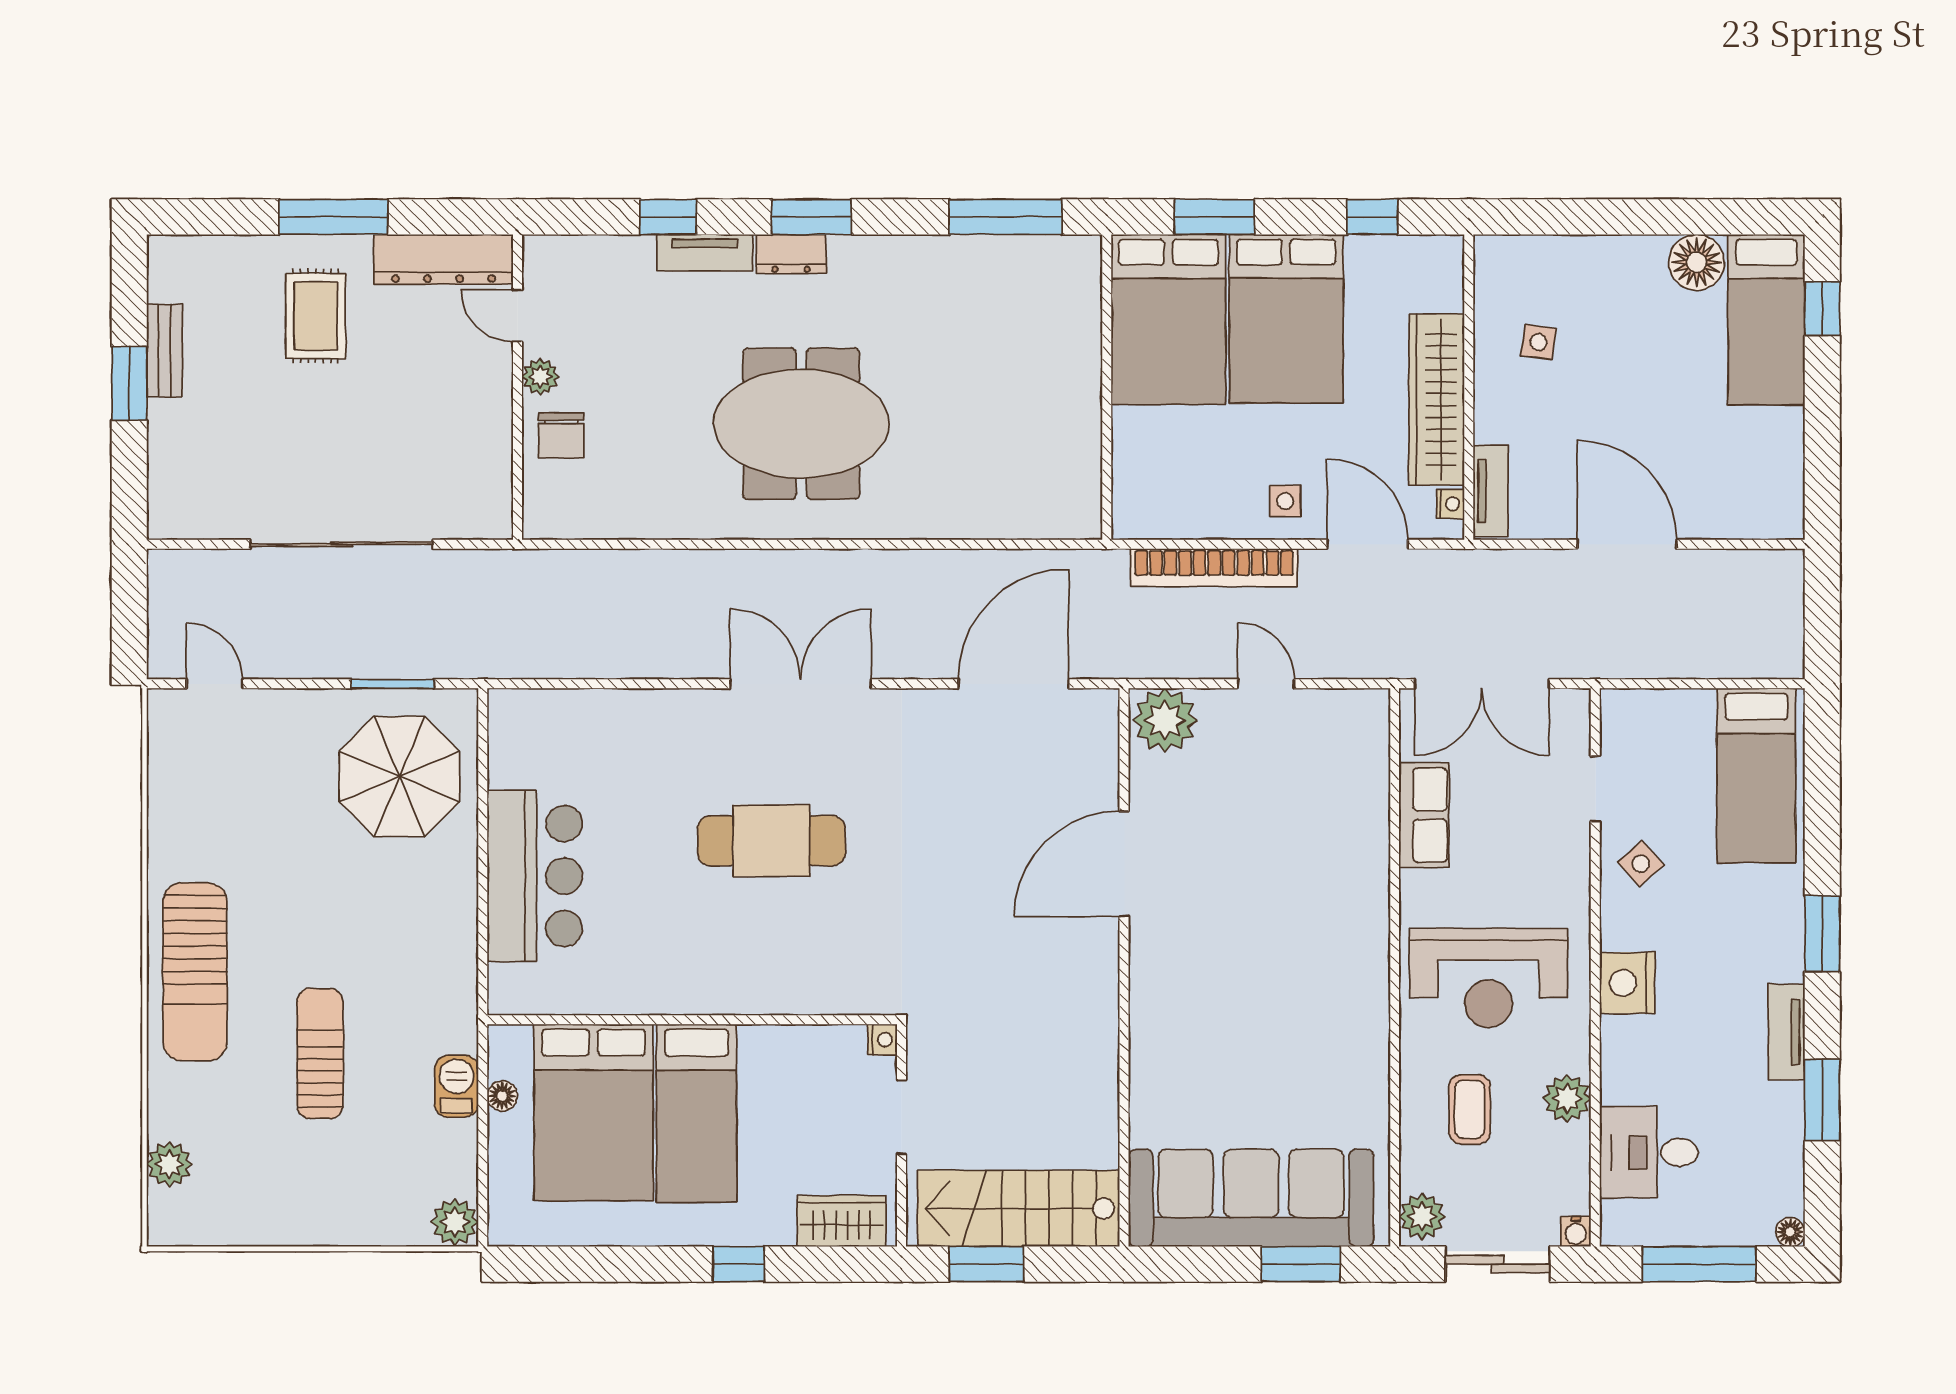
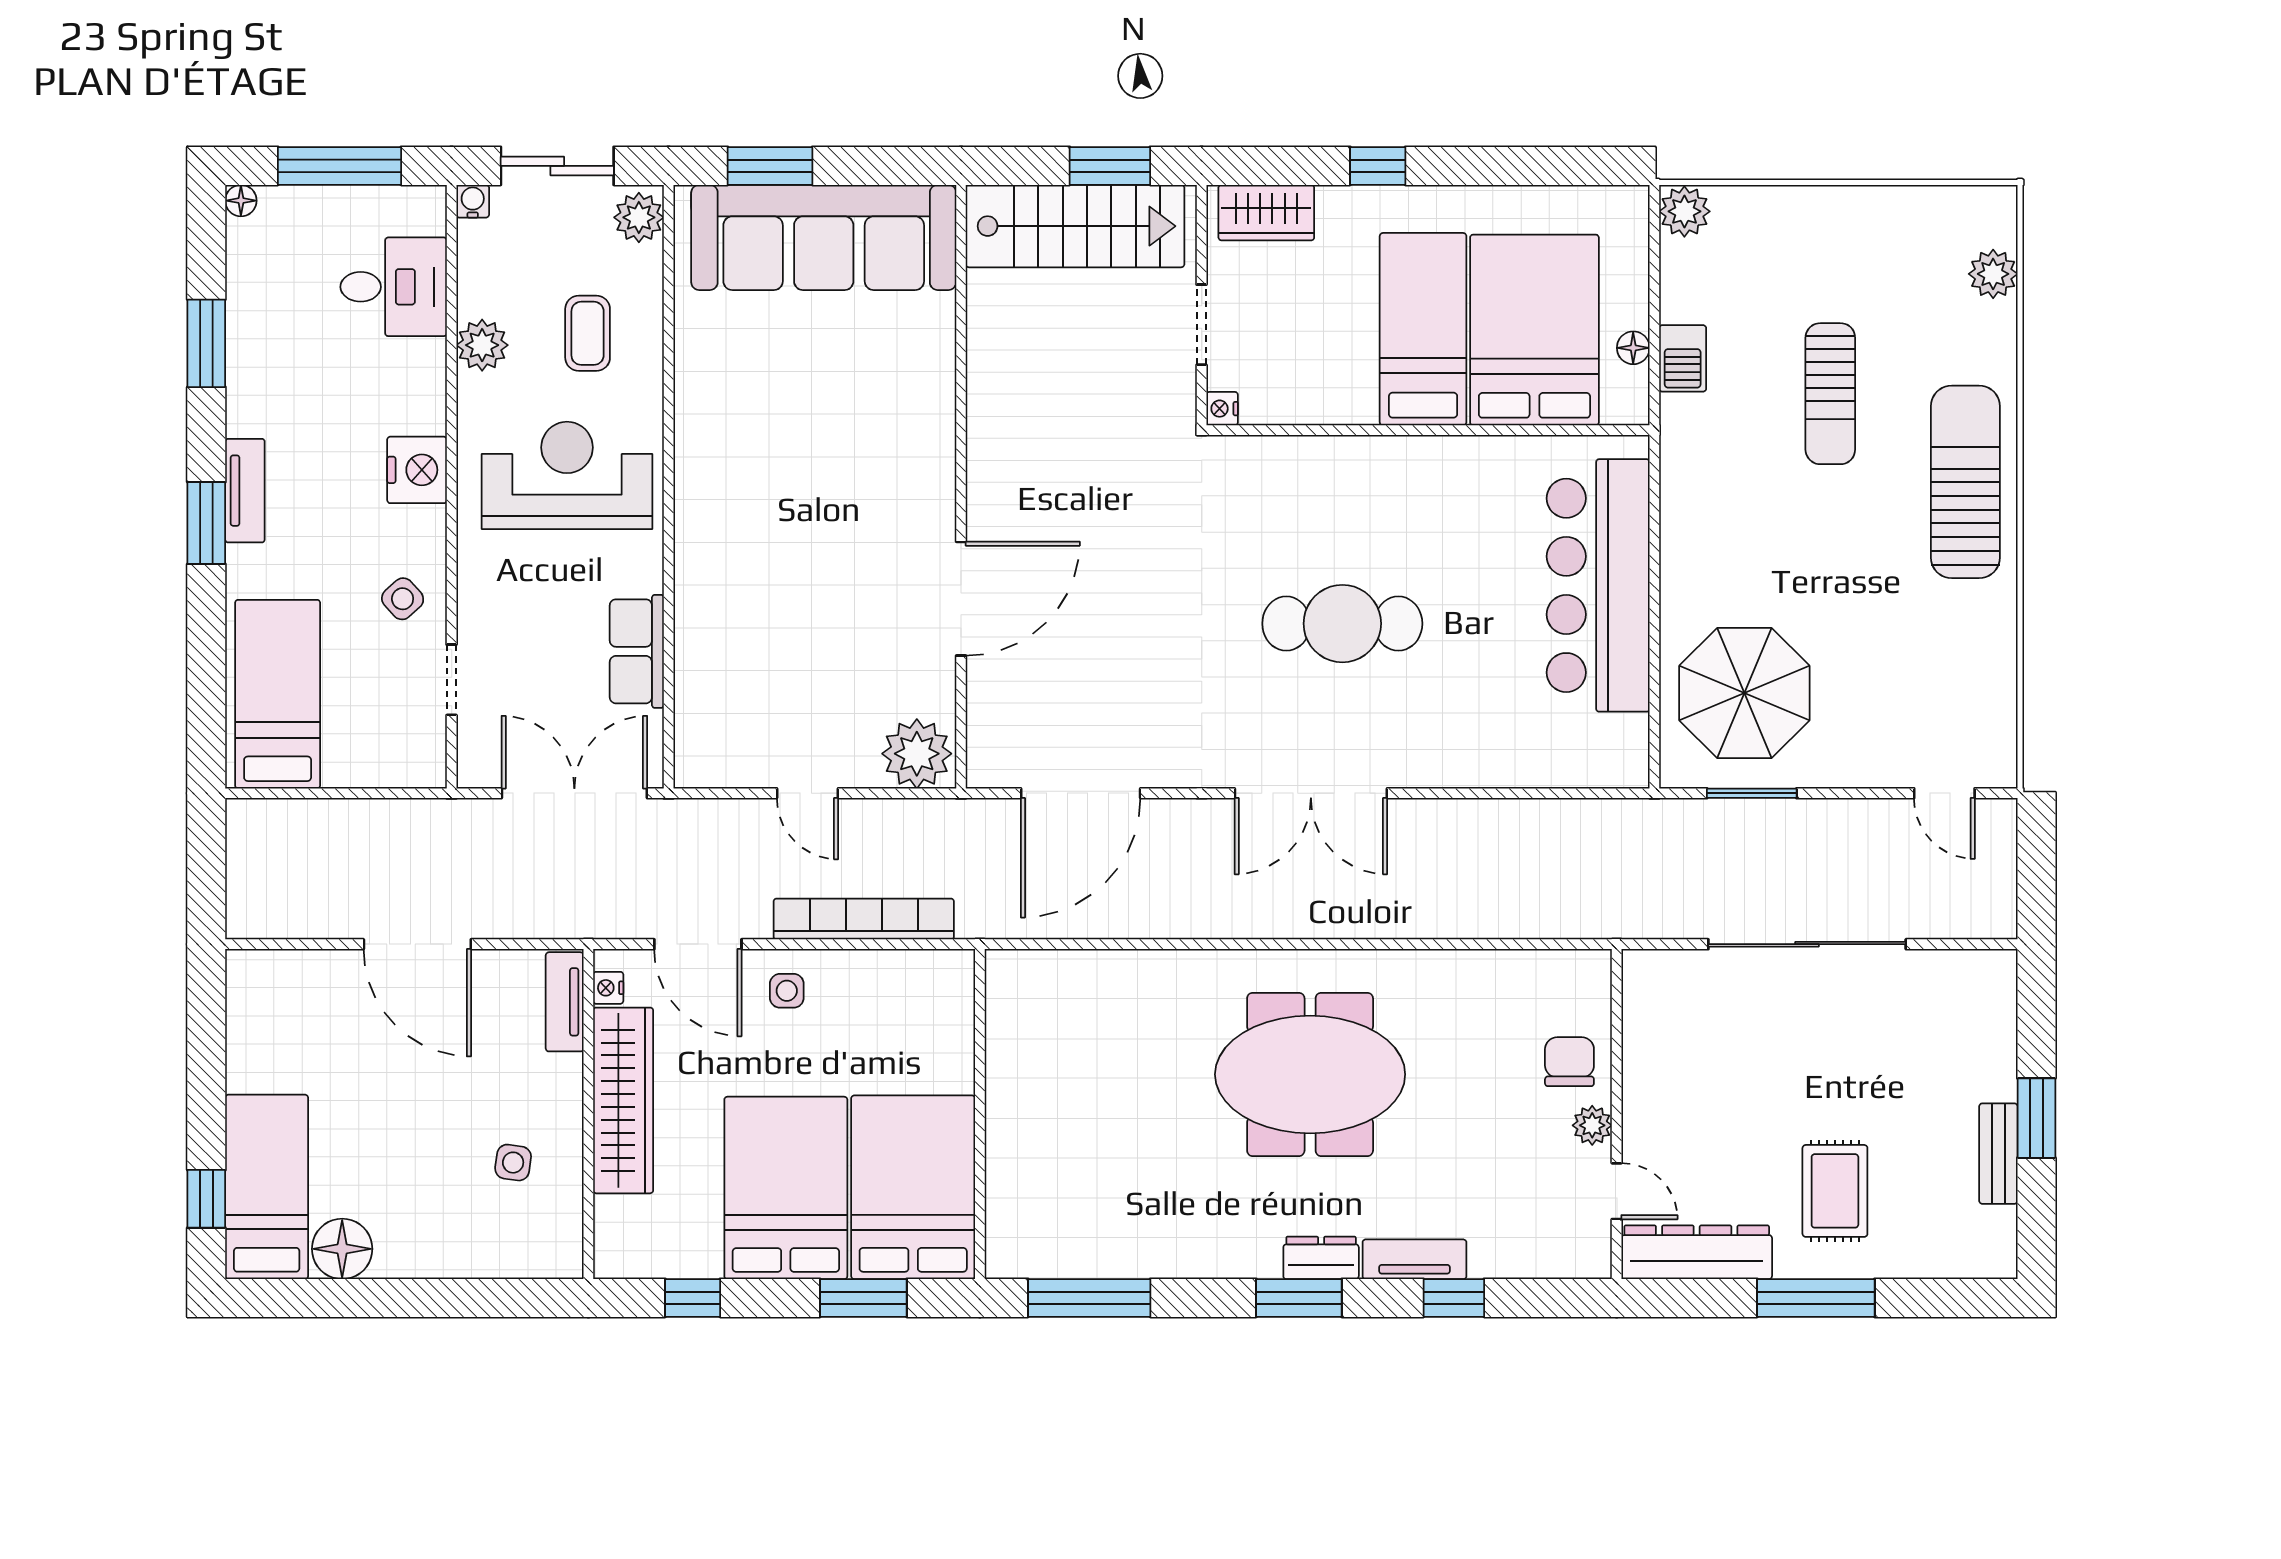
bar counter: (535, 876) -> (1598, 585), width x1.36
tv unit: (1786, 1032) -> (245, 491), moved

